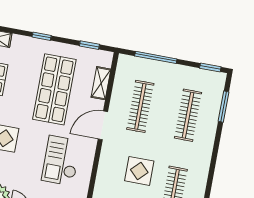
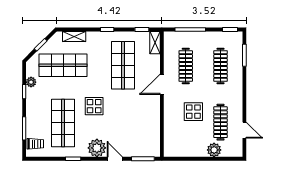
shelving: (101, 83) -> (155, 43), moved
checkout: (61, 161) -> (137, 115), removed

